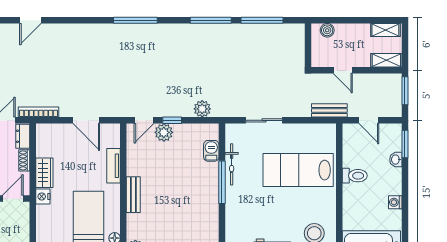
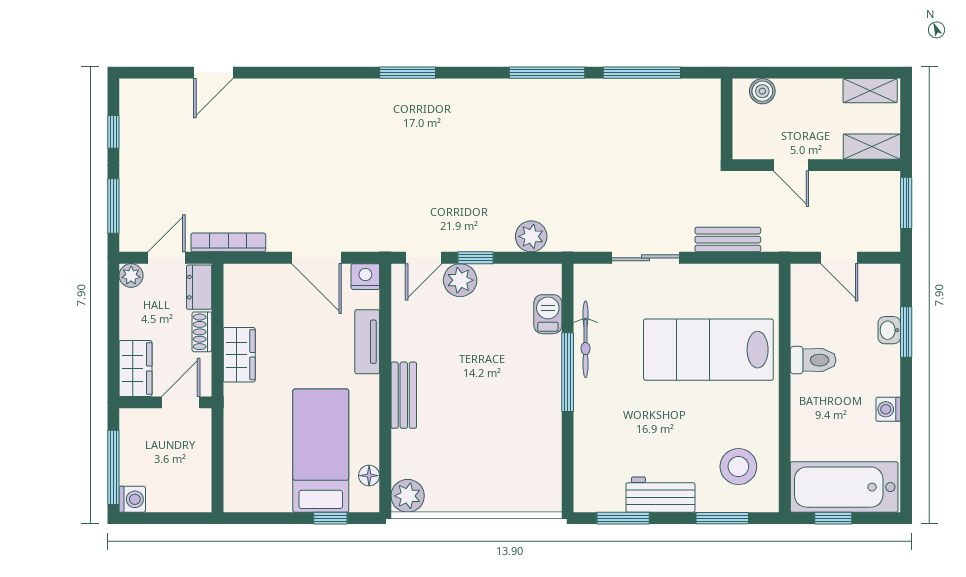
window: (135, 20) -> (408, 73), width x0.69
bench: (329, 110) -> (728, 240), moved
window: (405, 144) -> (906, 332), moved
nightstand: (43, 196) -> (365, 277), moved, turned 90

